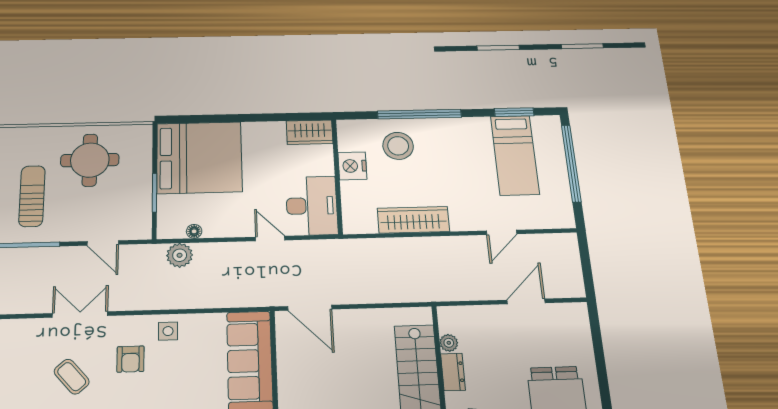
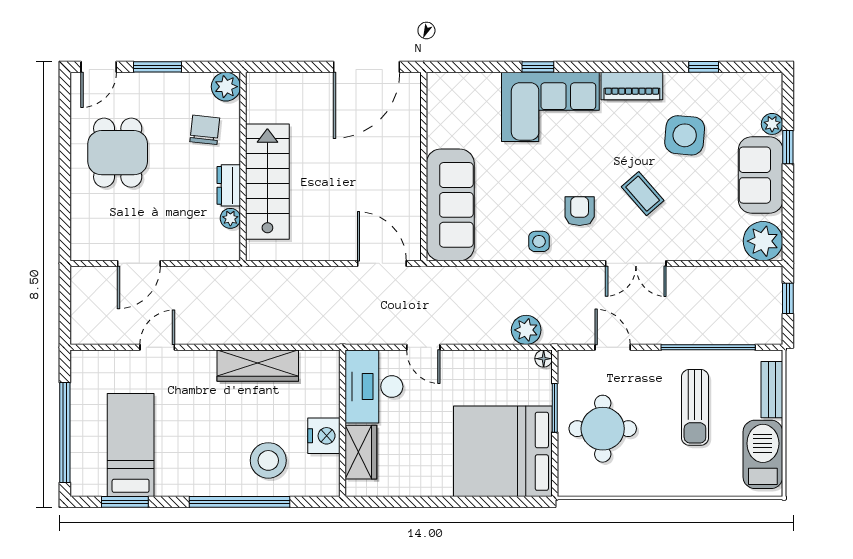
wardrobe: (310, 132) -> (361, 452), moved, turned 90
round table: (90, 160) -> (603, 429), moved
floor lamp: (194, 231) -> (544, 359), moved

